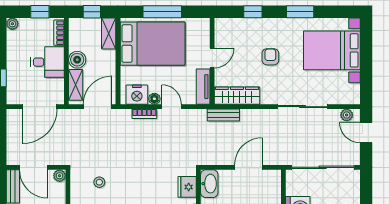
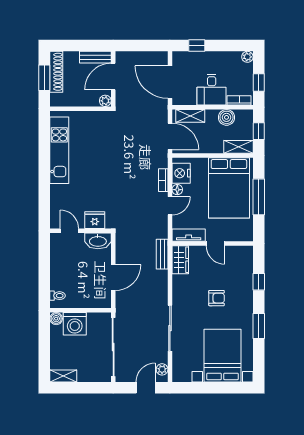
boiler: (77, 60) -> (227, 117), moved
wardrobe: (237, 96) -> (180, 260), width x0.67
door: (248, 167) -> (113, 278), hinge flipped
stool: (99, 182) -> (99, 138), removed

